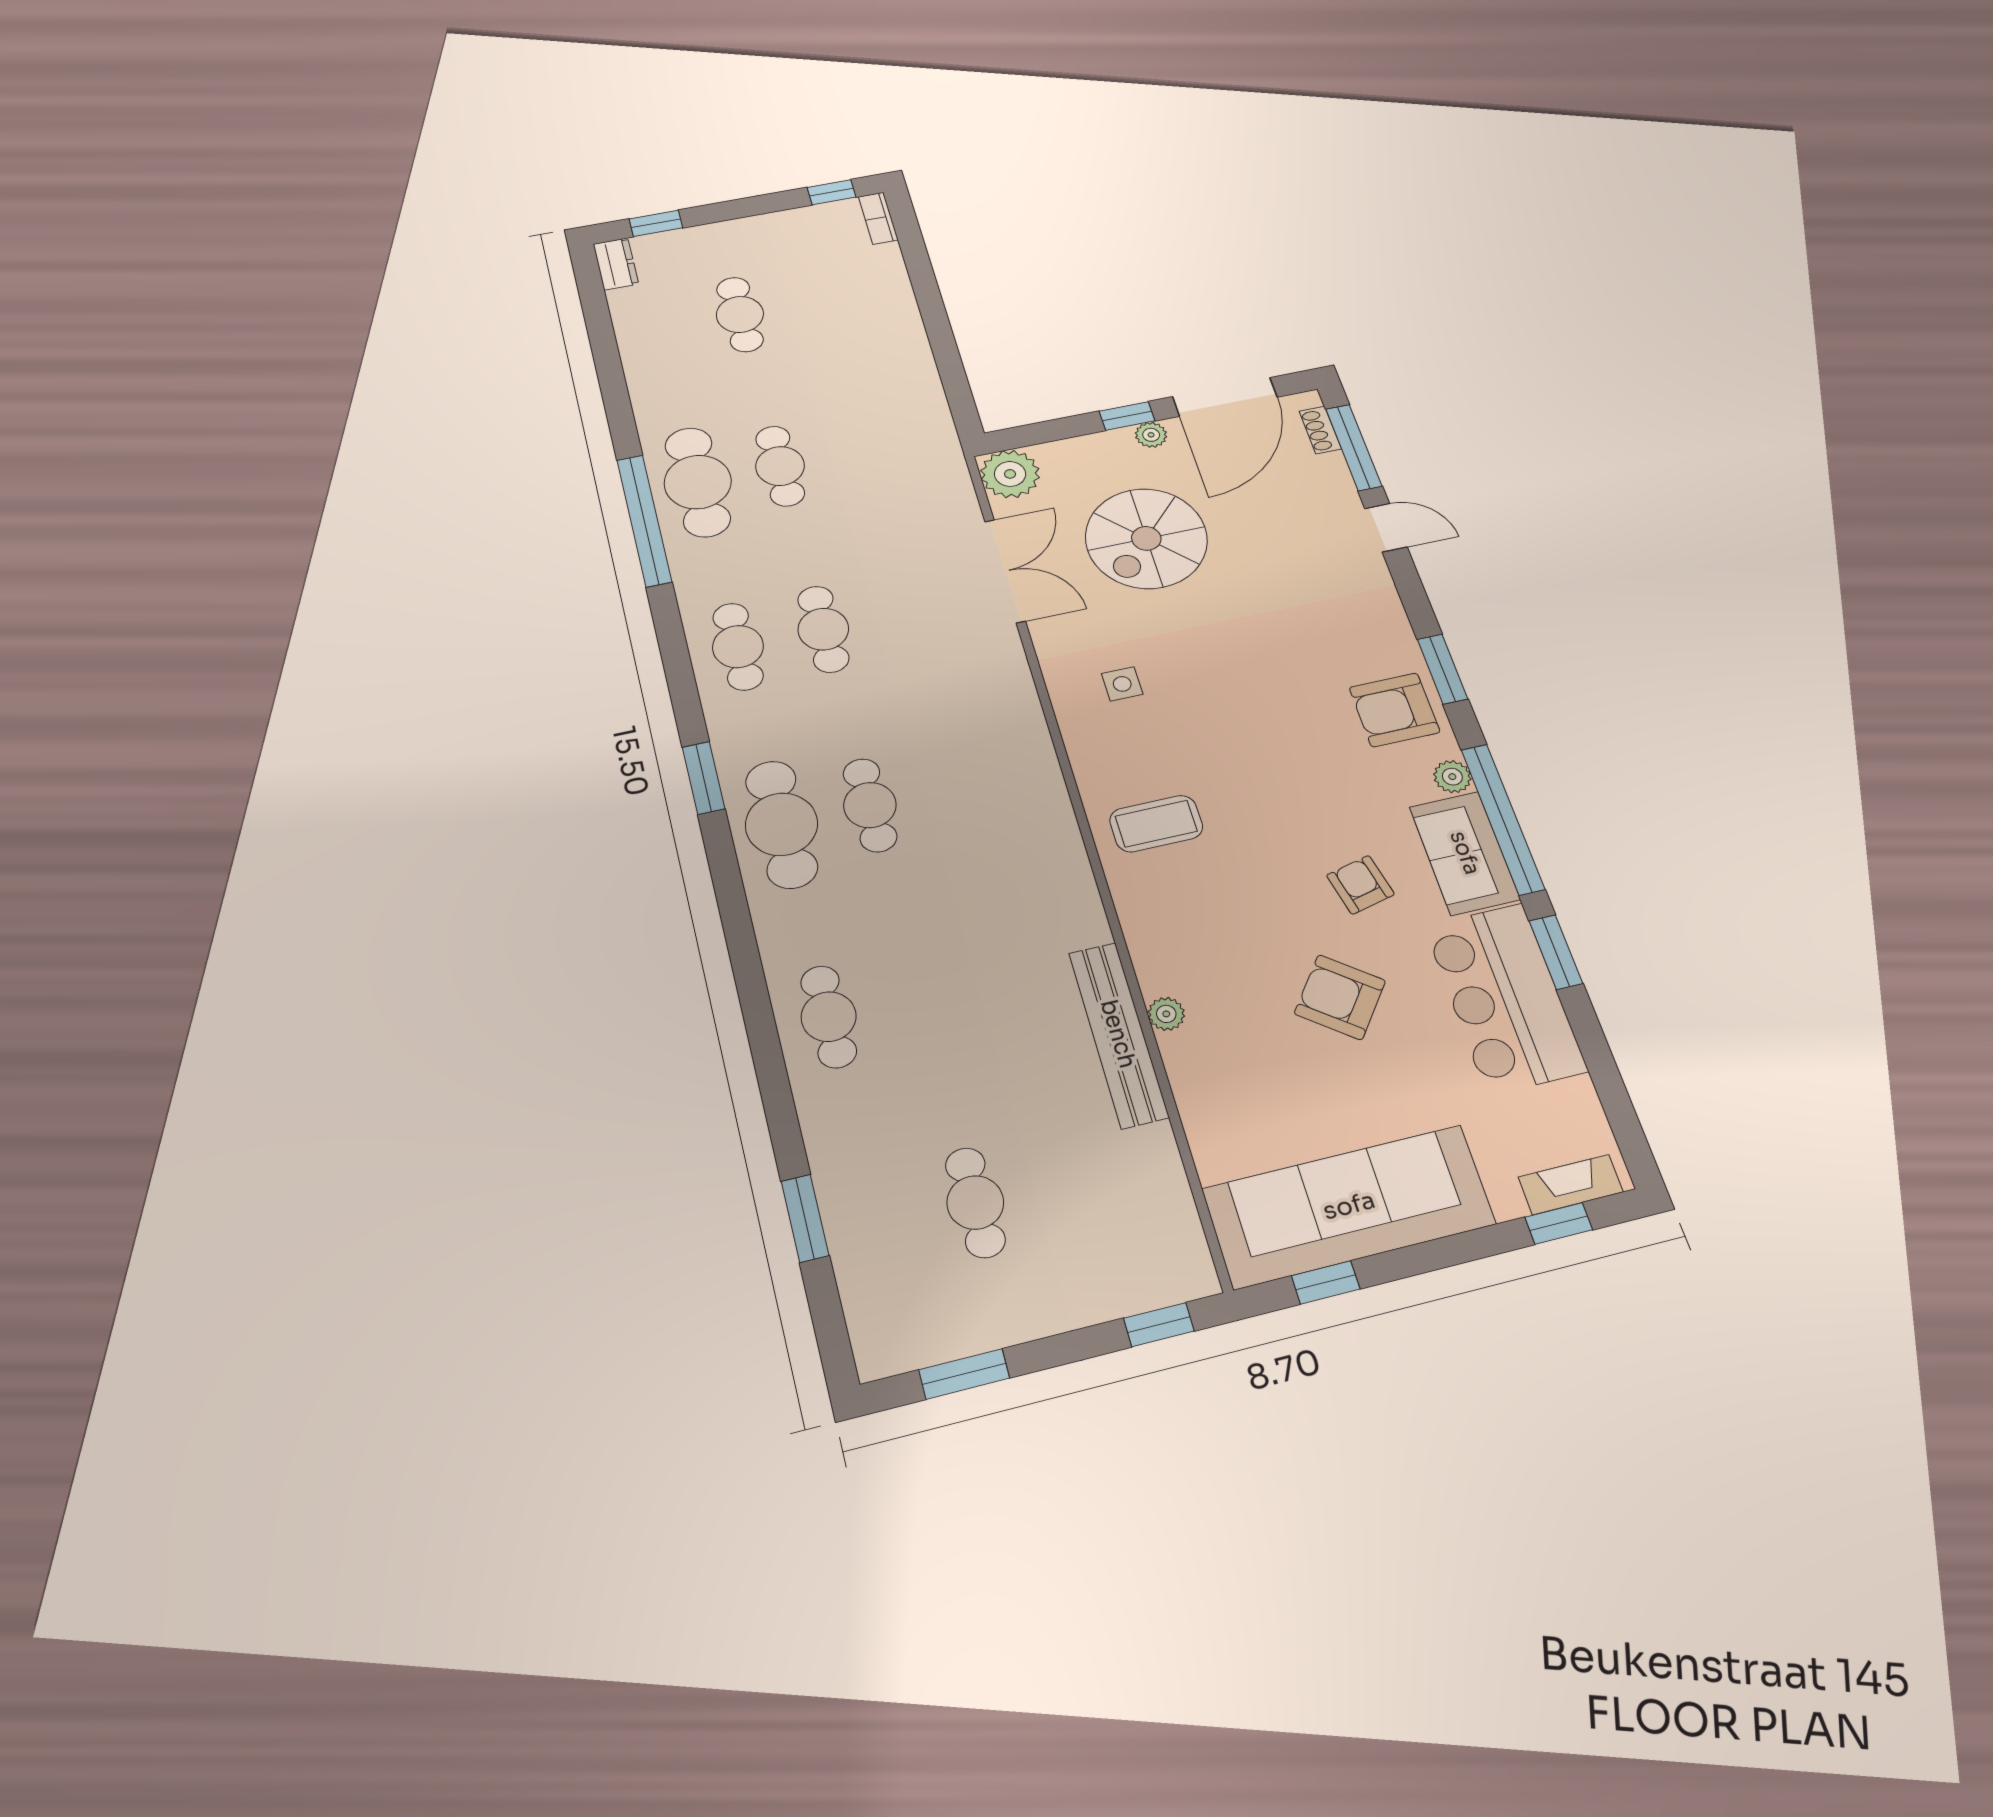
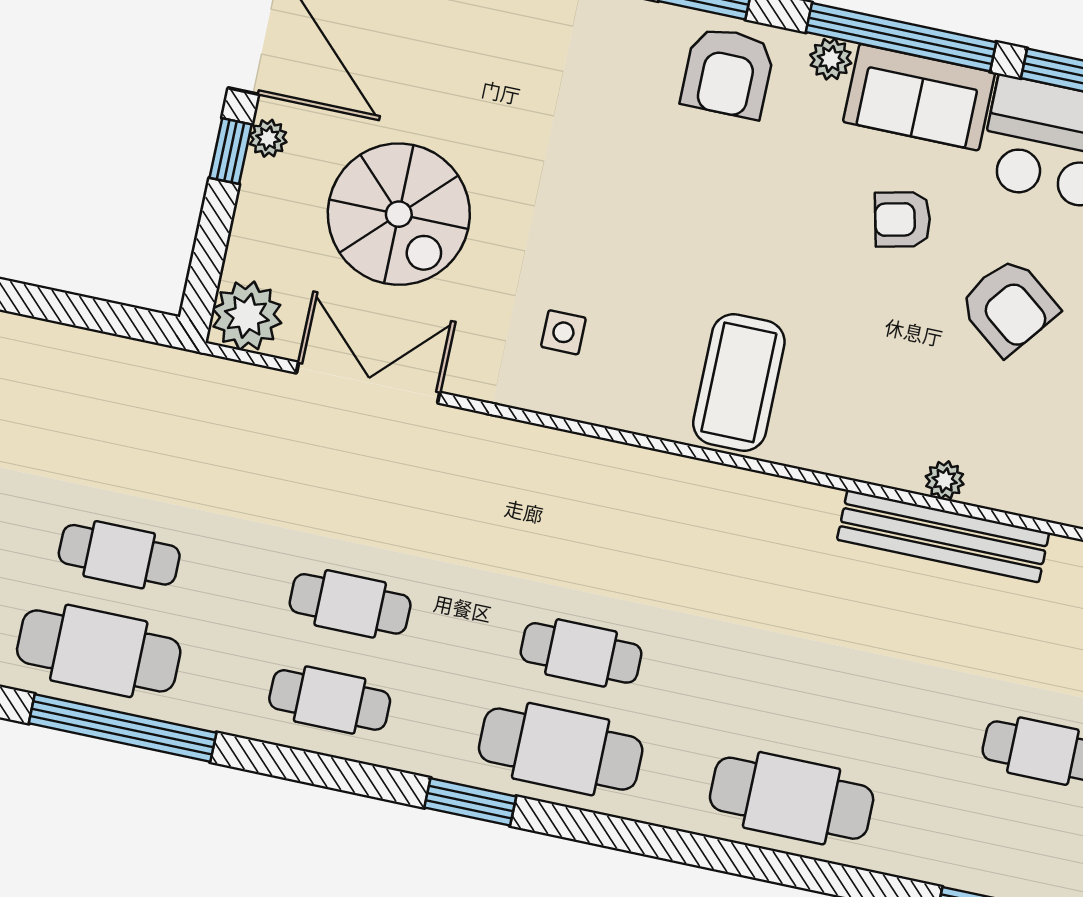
coffee table: (1156, 824) -> (739, 382), width x1.36, depth x1.32
armchair: (1340, 997) -> (1009, 306), turned -90
cafe table: (829, 1017) -> (792, 798), width x1.37, depth x1.35

